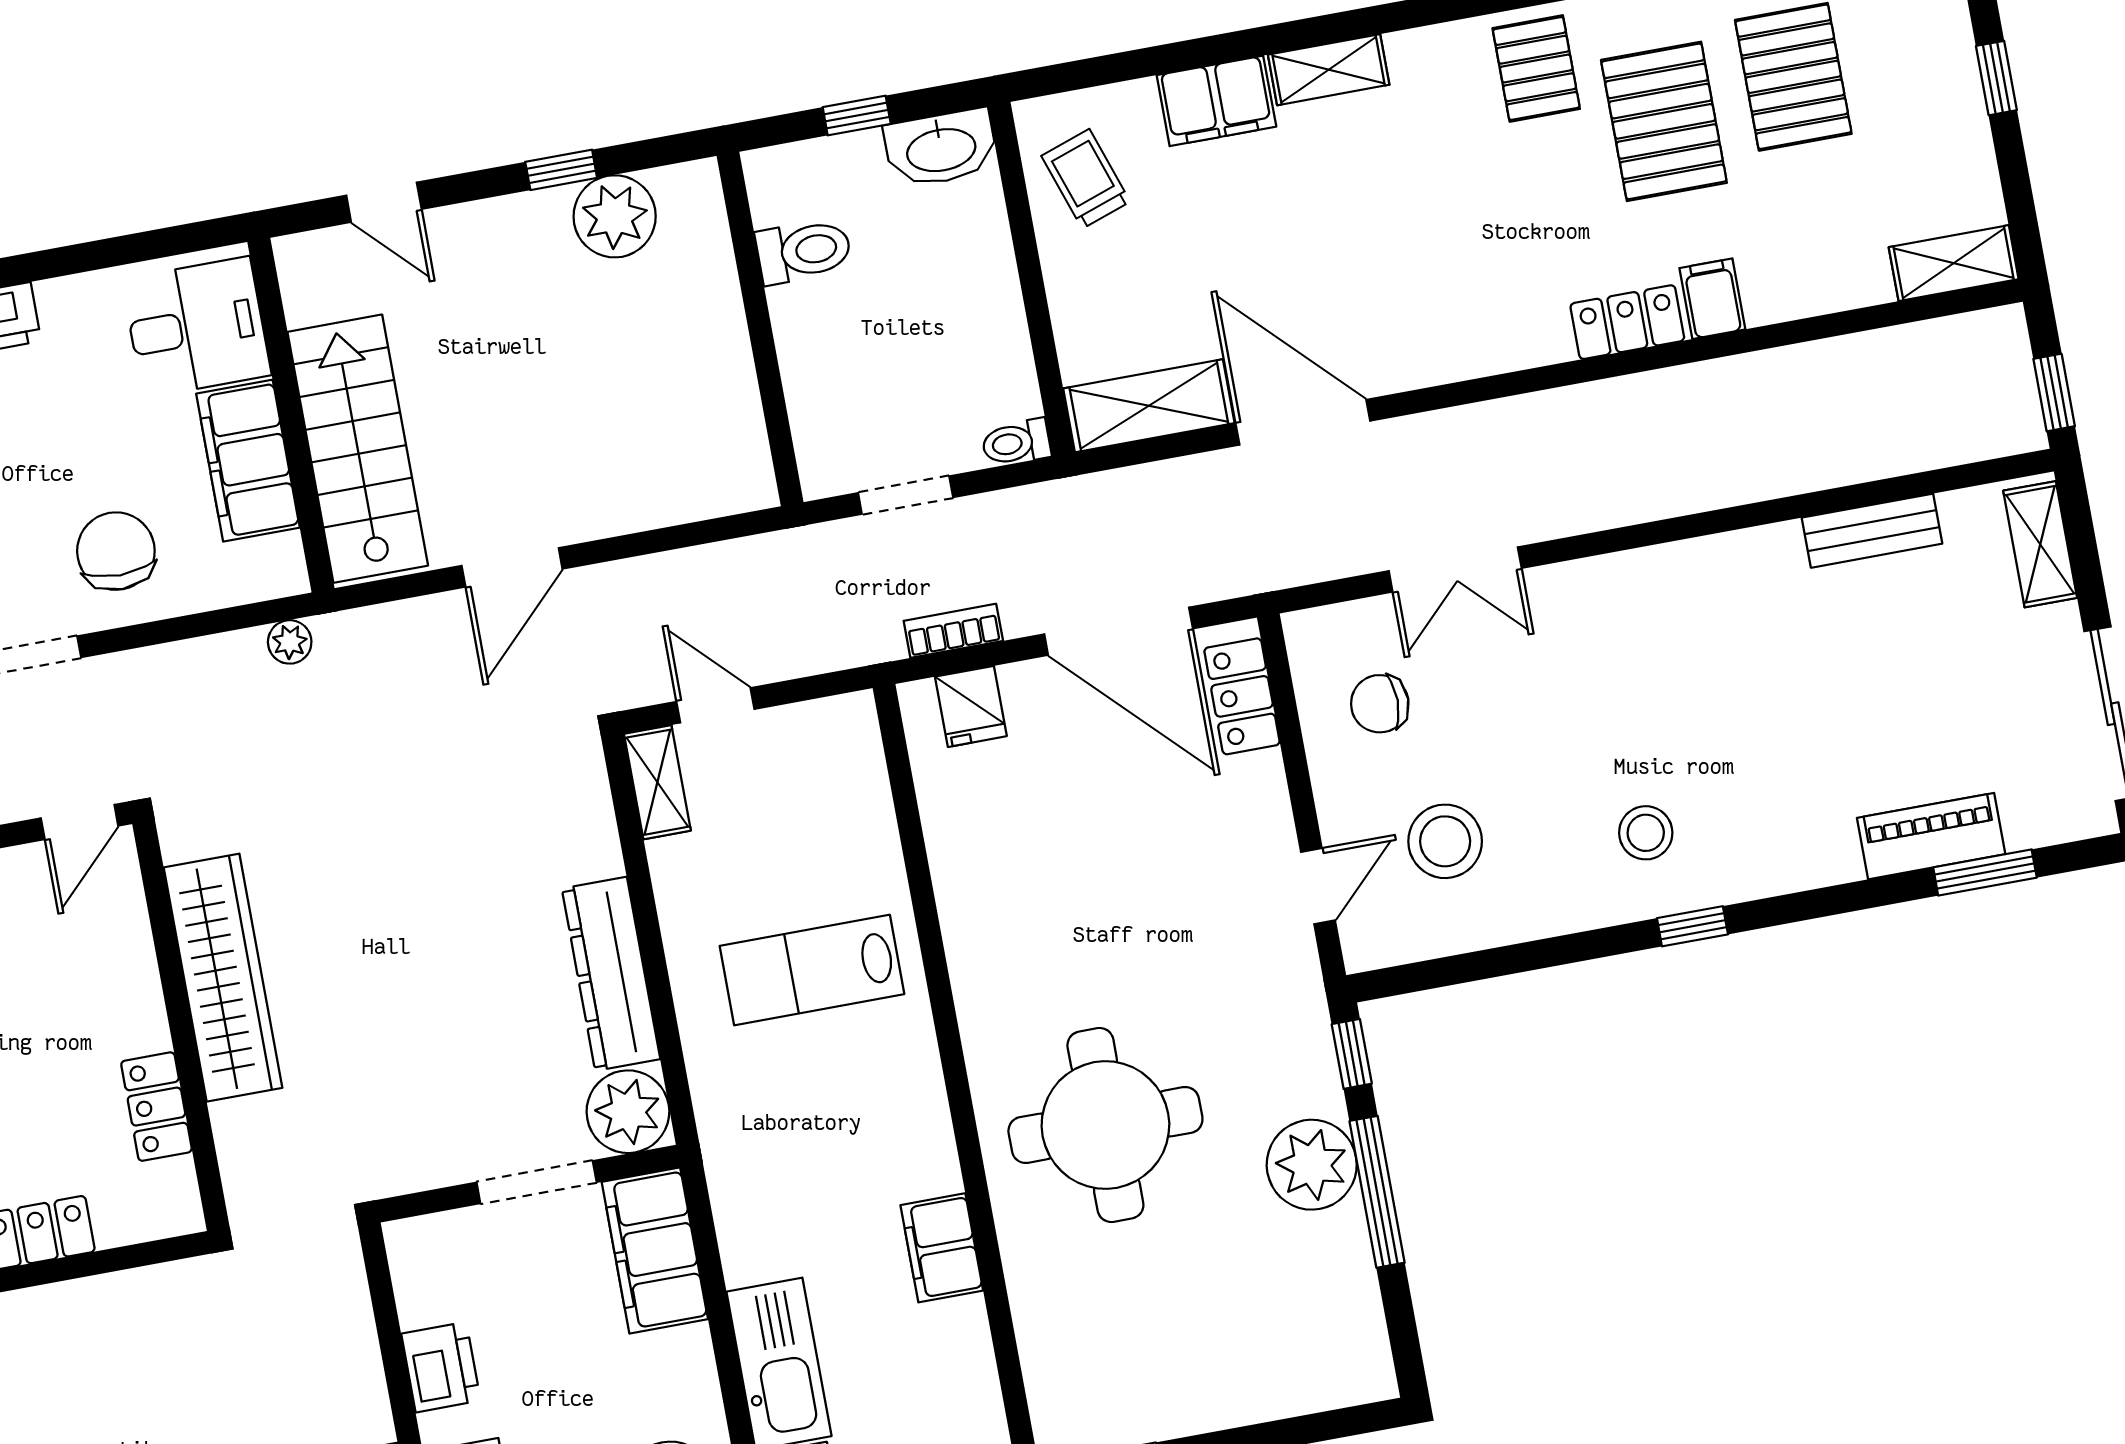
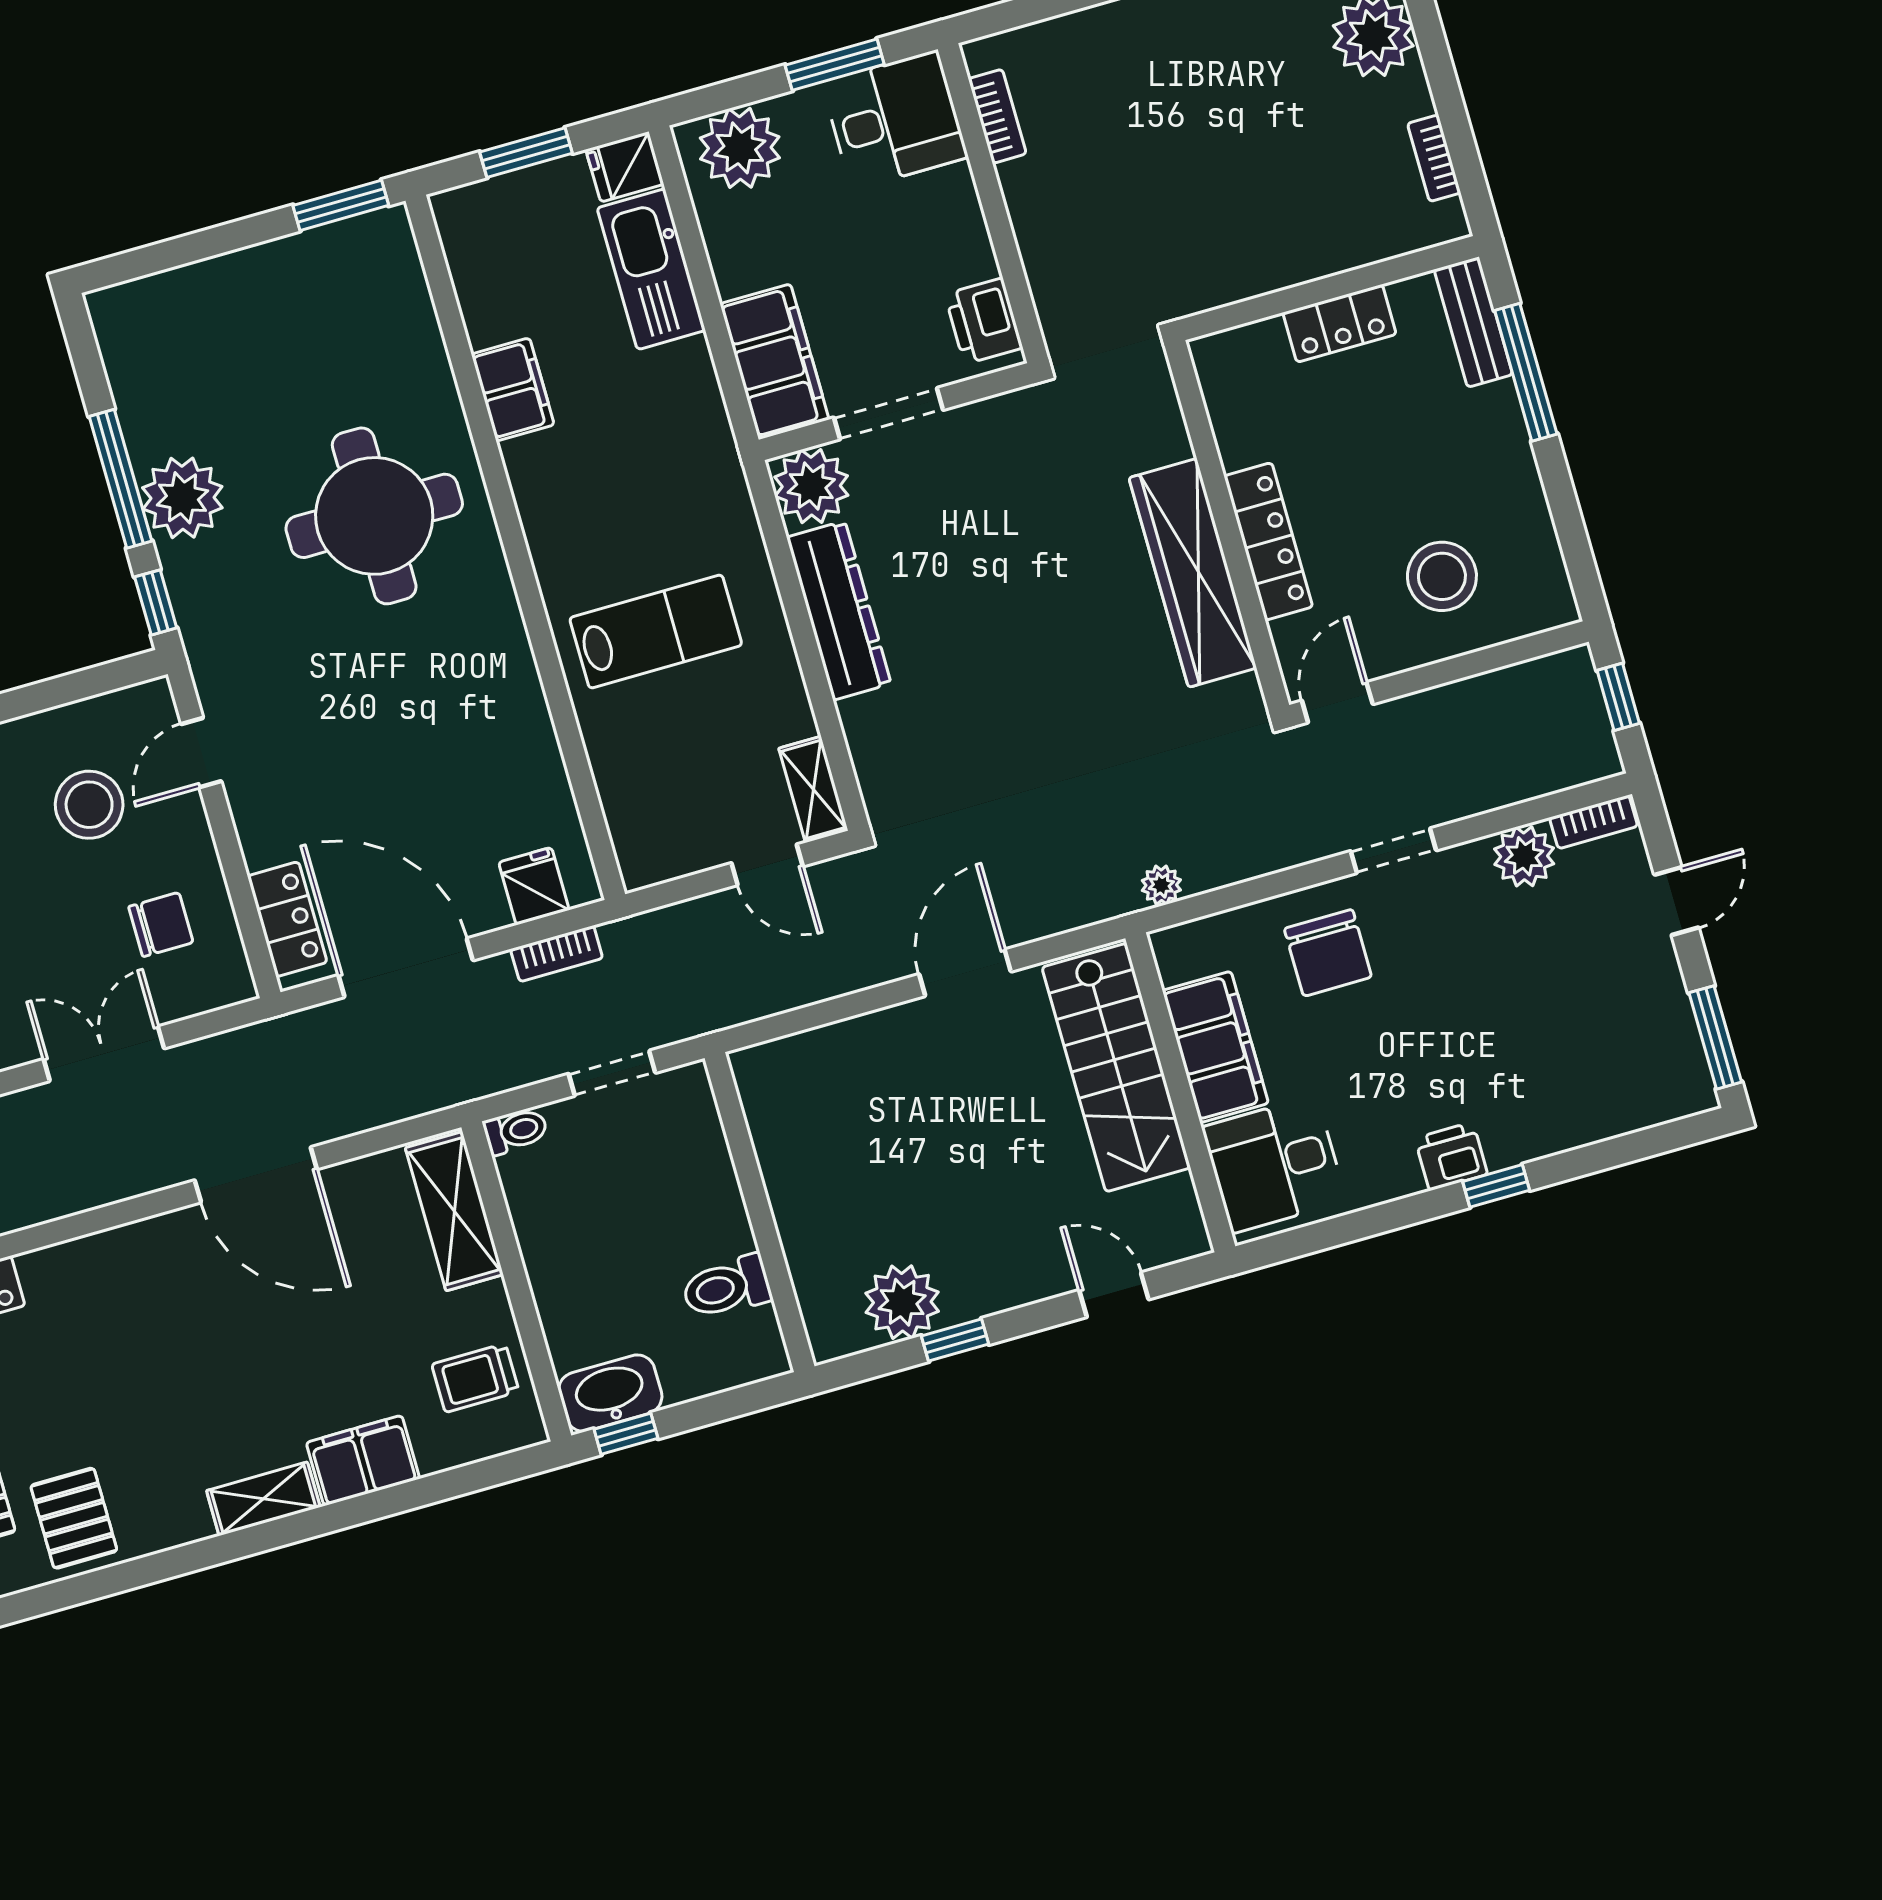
window: (857, 116) -> (626, 1434), moved
trolley: (1086, 179) -> (475, 1378), turned 109
shelving: (1149, 406) -> (454, 1211), moved, turned 90
locker: (156, 1107) -> (1268, 541), moved, width x1.53
printer: (441, 1367) -> (984, 321), moved

